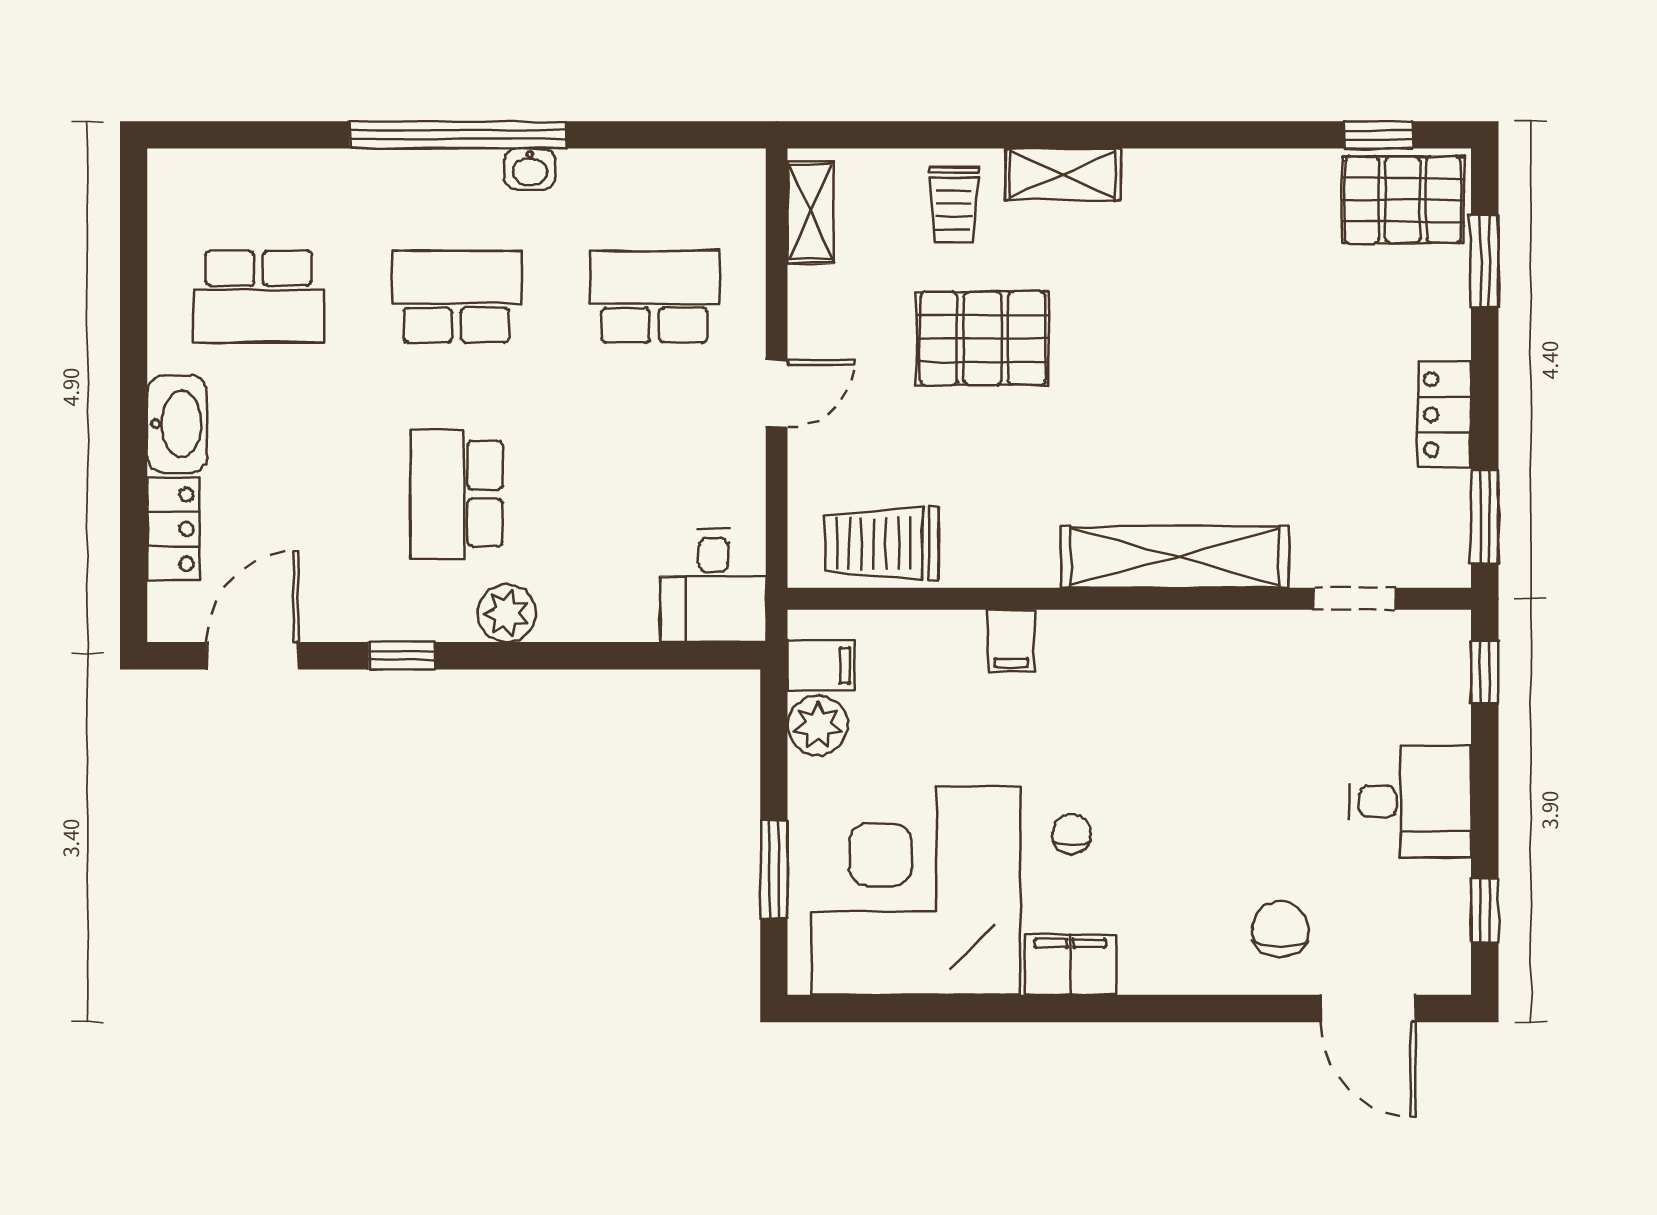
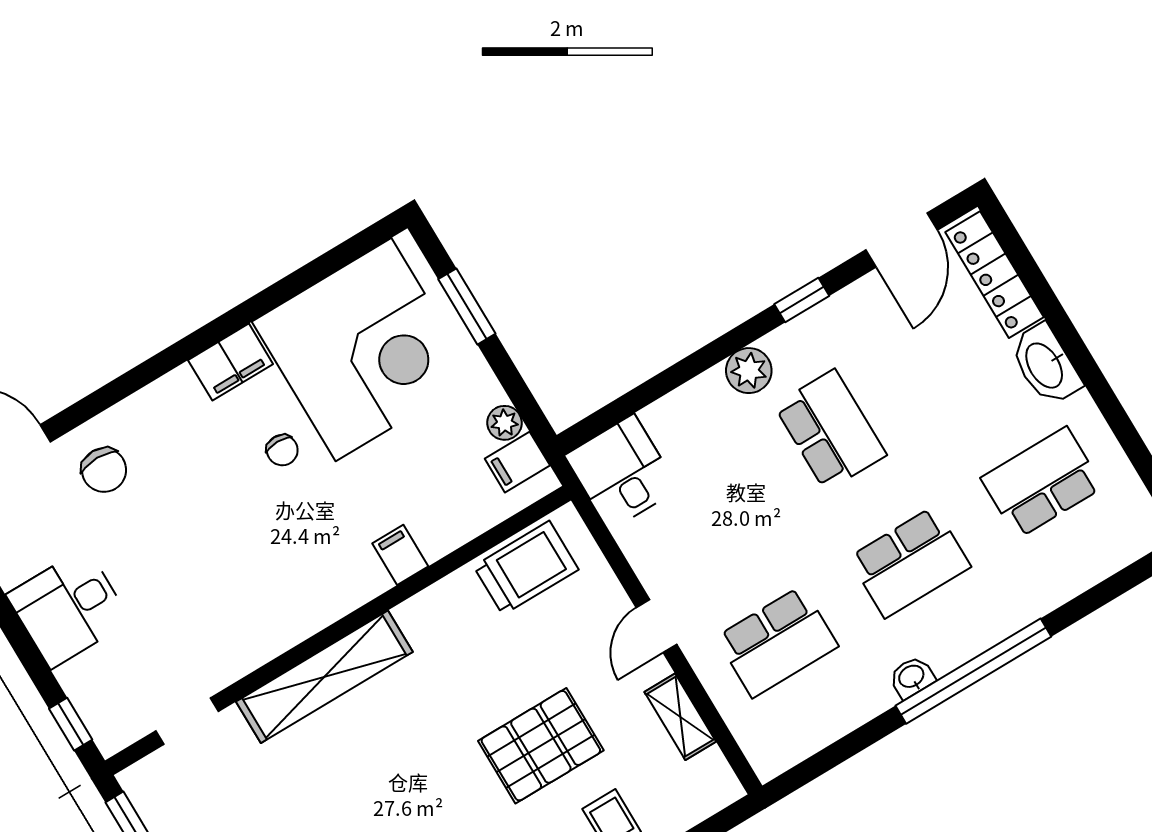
shelving: (810, 212) -> (680, 717), moved
locker: (173, 529) -> (995, 275), width x1.53
plant: (818, 725) -> (505, 423), width x0.73, depth x0.73

